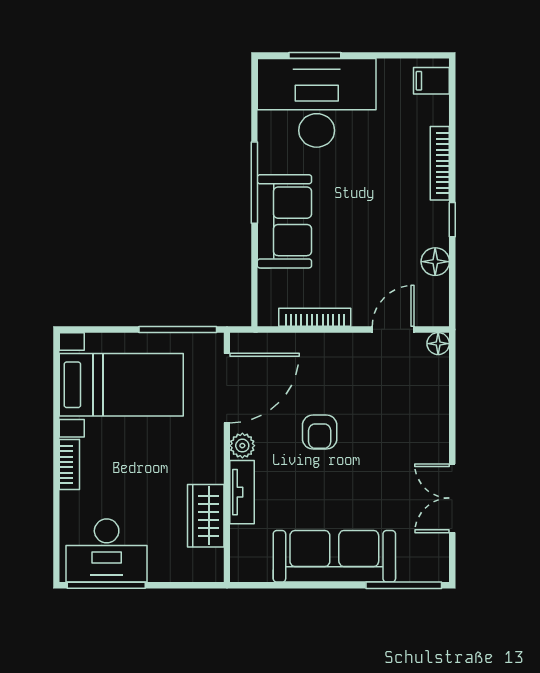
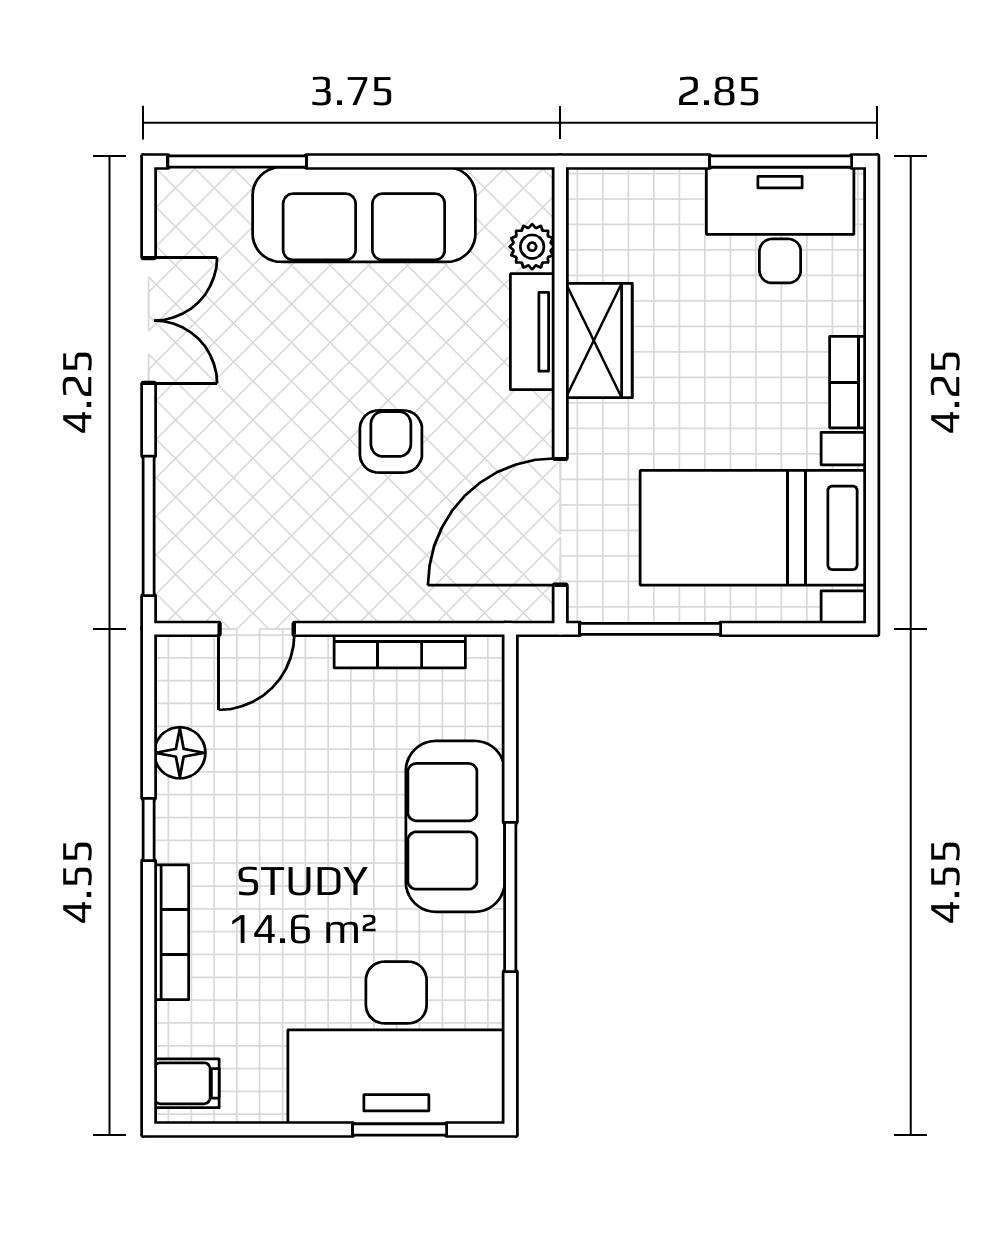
floor lamp: (438, 344) -> (174, 603), removed
window: (452, 386) -> (149, 526), added
plant: (242, 446) -> (532, 247), moved
wardrobe: (206, 516) -> (599, 340), moved

